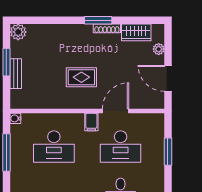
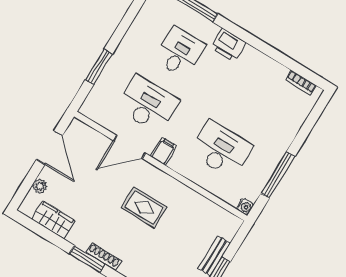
shoe rack: (107, 28) -> (103, 257), moved

